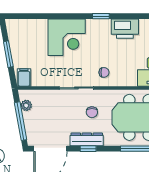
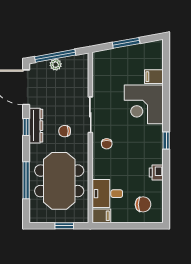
printer: (125, 29) -> (156, 173), width x0.53, depth x0.68
filing cabinet: (24, 77) -> (154, 77), moved, turned 180
plant: (26, 105) -> (56, 65), moved

